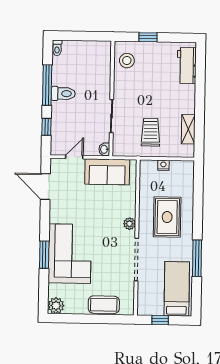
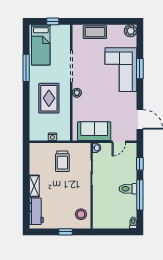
shelving: (188, 129) -> (34, 186), moved

